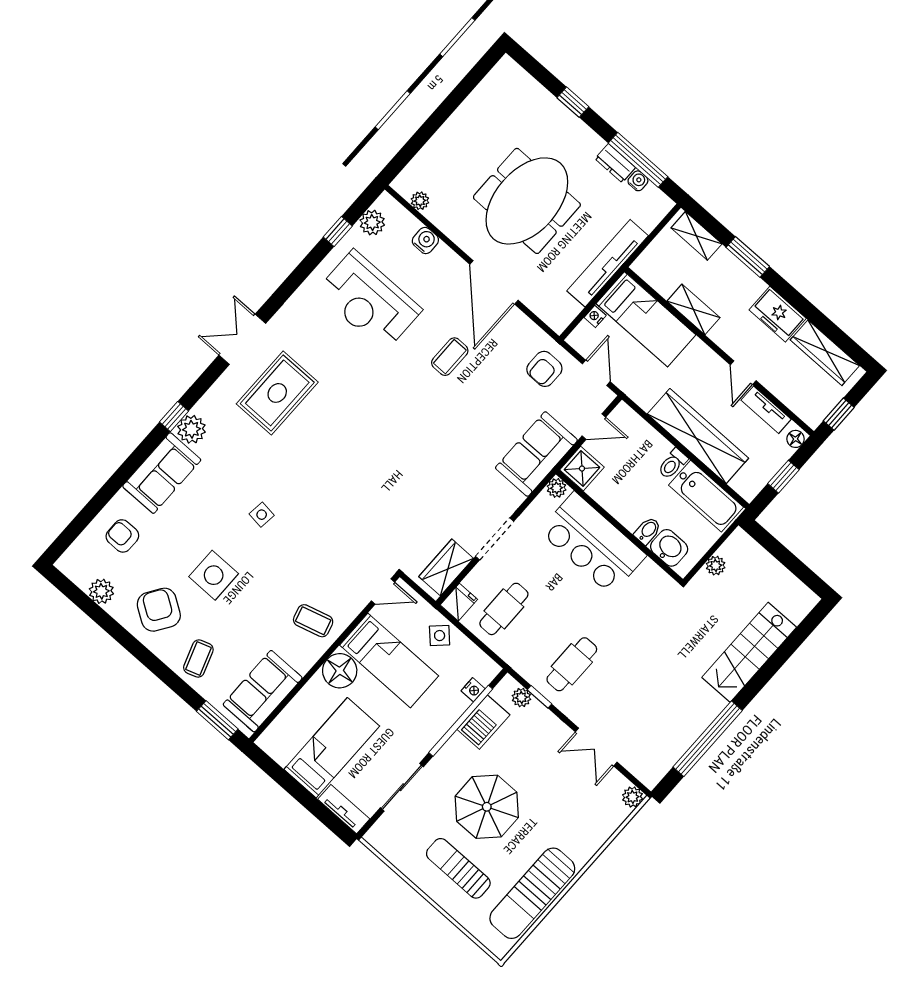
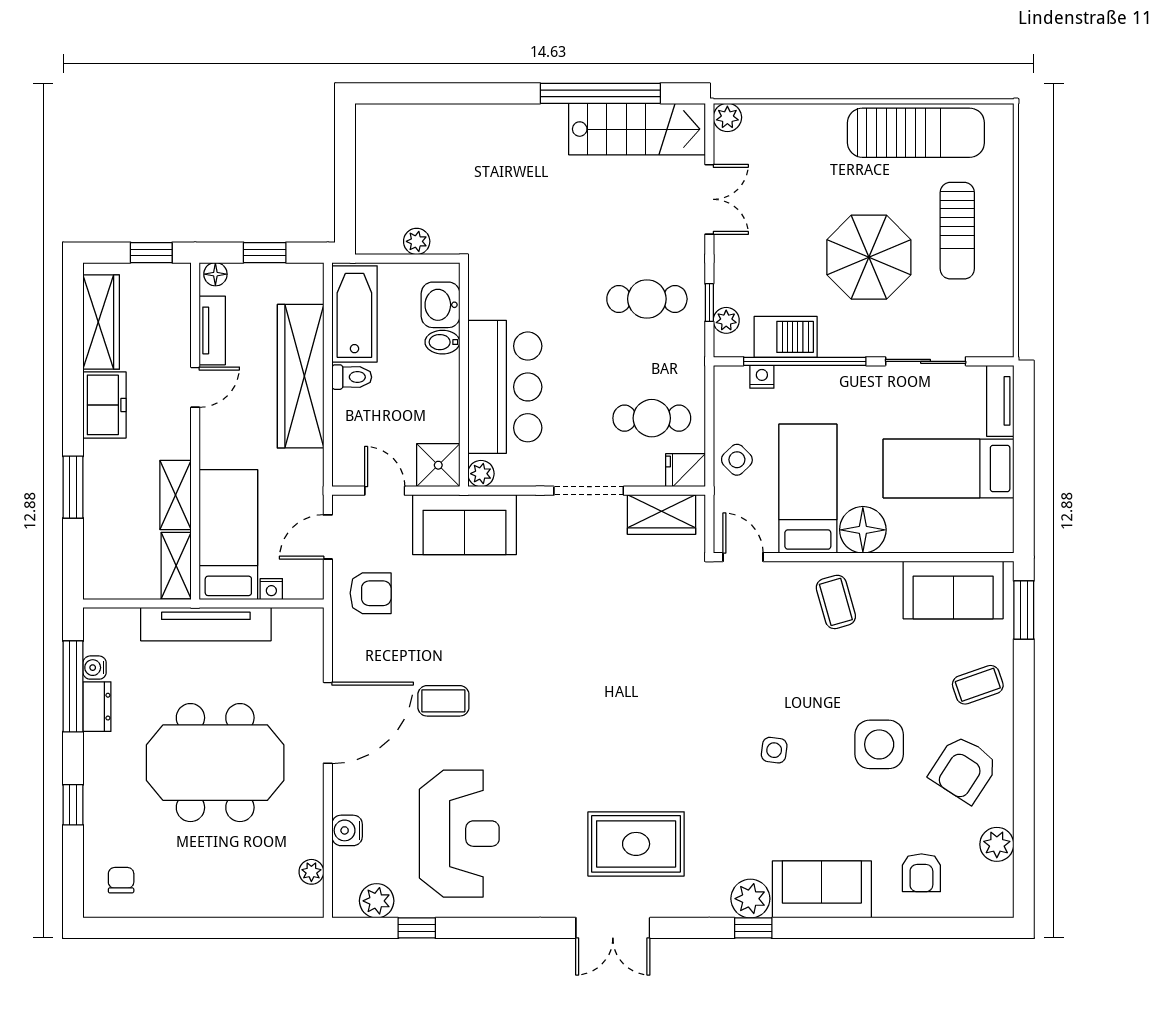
chair: (508, 92) -> (121, 880), added
shelving: (696, 236) -> (176, 566), moved
stairs: (749, 652) -> (637, 129), moved

